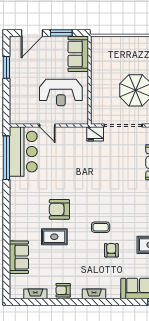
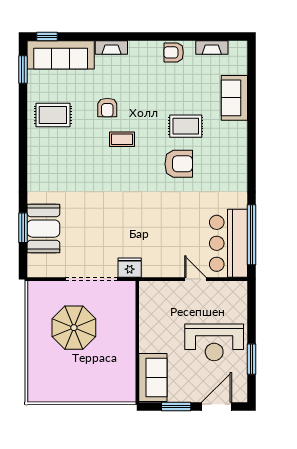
reception desk: (61, 92) -> (214, 342), moved, turned 180
armchair: (63, 290) -> (174, 52), turned 180
fireplace: (94, 294) -> (111, 48), moved

